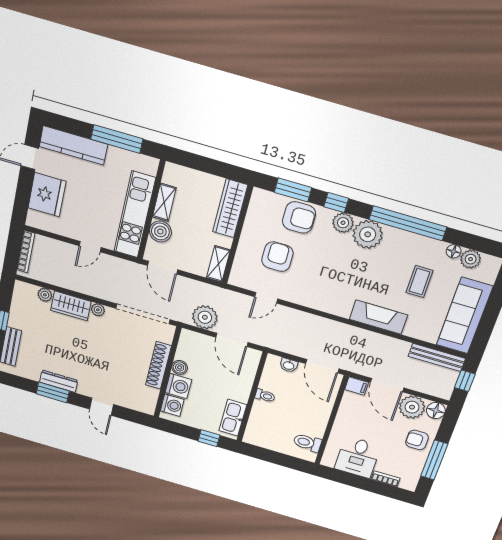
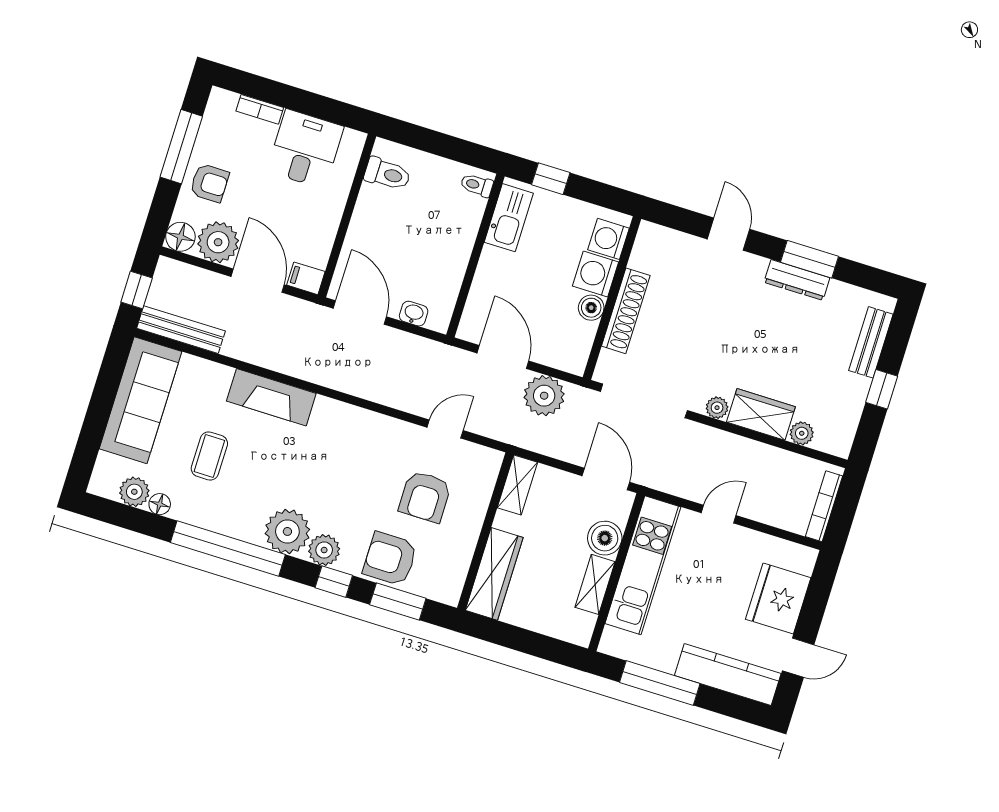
toilet: (265, 396) -> (477, 185), moved

